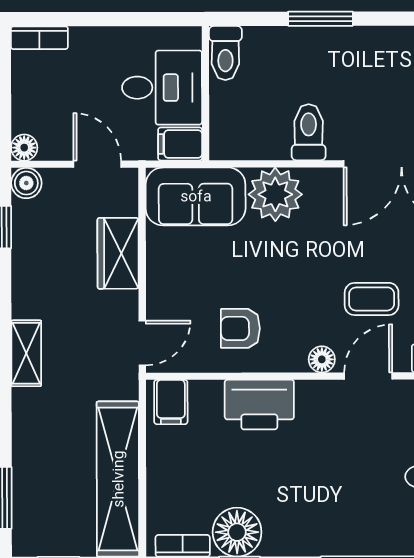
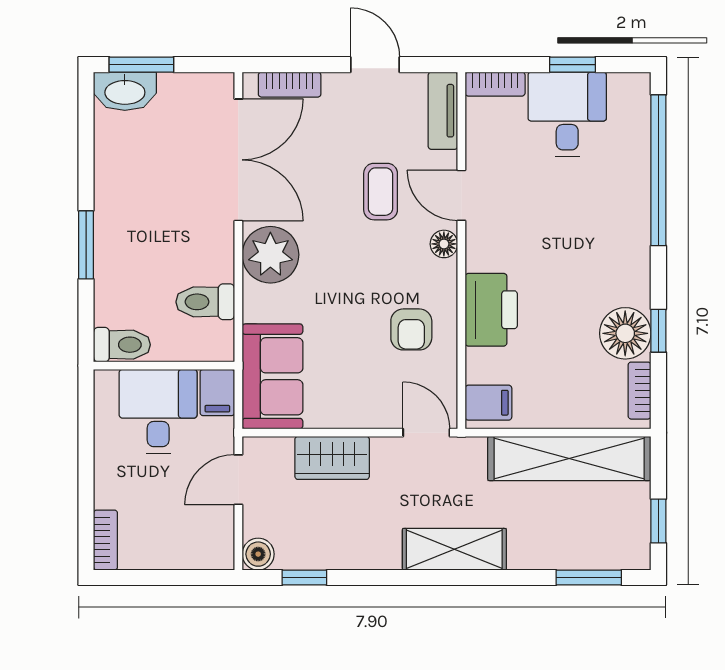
toilet: (309, 132) -> (205, 302), moved
floor lamp: (24, 148) -> (221, 556), removed
plant: (275, 194) -> (270, 255), moved
shelving: (26, 353) -> (454, 549), width x1.50, depth x1.33

